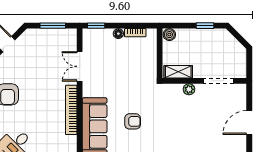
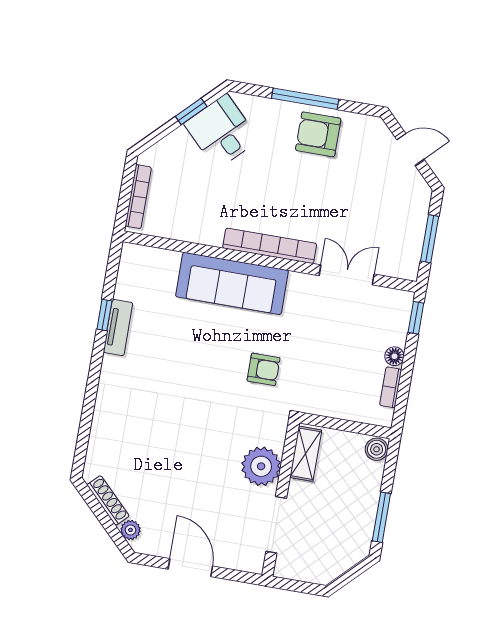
window: (205, 26) -> (381, 517), width x1.50
plant: (189, 89) -> (261, 466), width x1.88, depth x1.88
armchair: (133, 121) -> (263, 369), moved, turned -90

